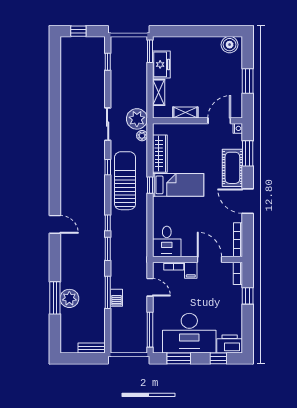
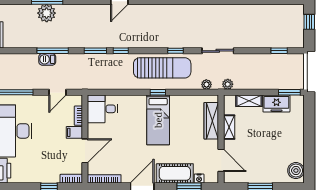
plant: (137, 119) -> (228, 84), width x0.53, depth x0.53
nightstand: (238, 128) -> (199, 179), moved
wardrobe: (160, 154) -> (211, 121), moved, turned 90

